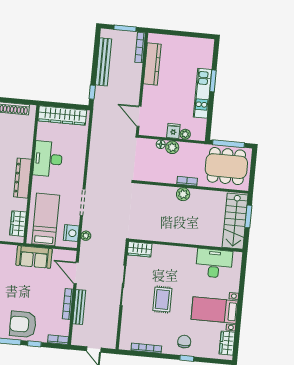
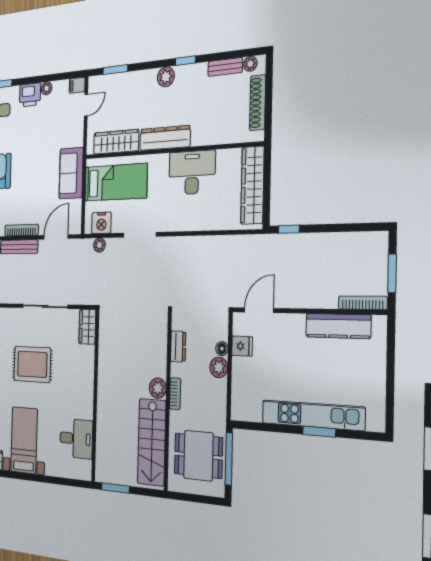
bench: (103, 62) -> (336, 242), removed
kitchen unit: (203, 93) -> (313, 415), width x1.36
fridge: (173, 131) -> (242, 346), moved
plant: (185, 134) -> (238, 388), removed
dining table: (226, 166) -> (198, 456), width x0.73
dresser: (157, 177) -> (178, 346), added
window: (248, 216) -> (115, 488), moved
stairs: (235, 221) -> (152, 442), moved, turned -90
wardrobe: (18, 224) -> (116, 142), width x1.50
desk: (214, 263) -> (76, 439), width x0.73
rug: (162, 300) -> (32, 364), width x1.36, depth x1.43

